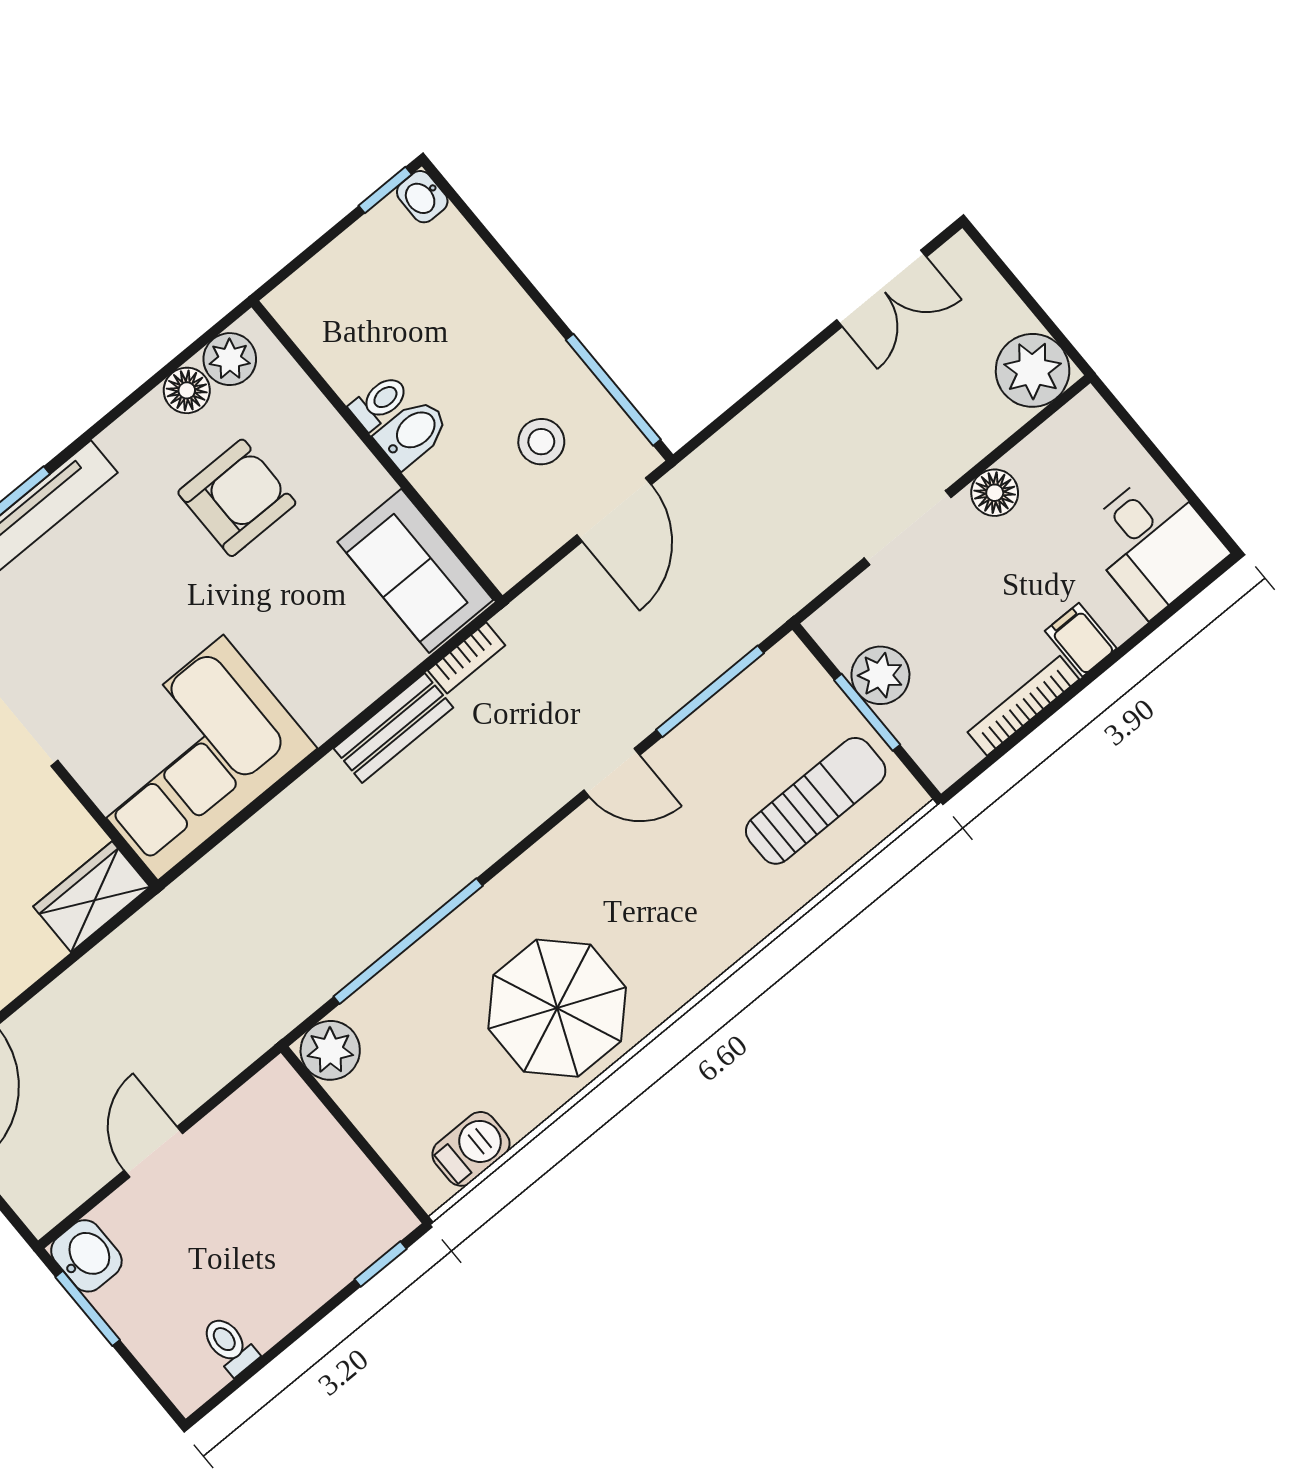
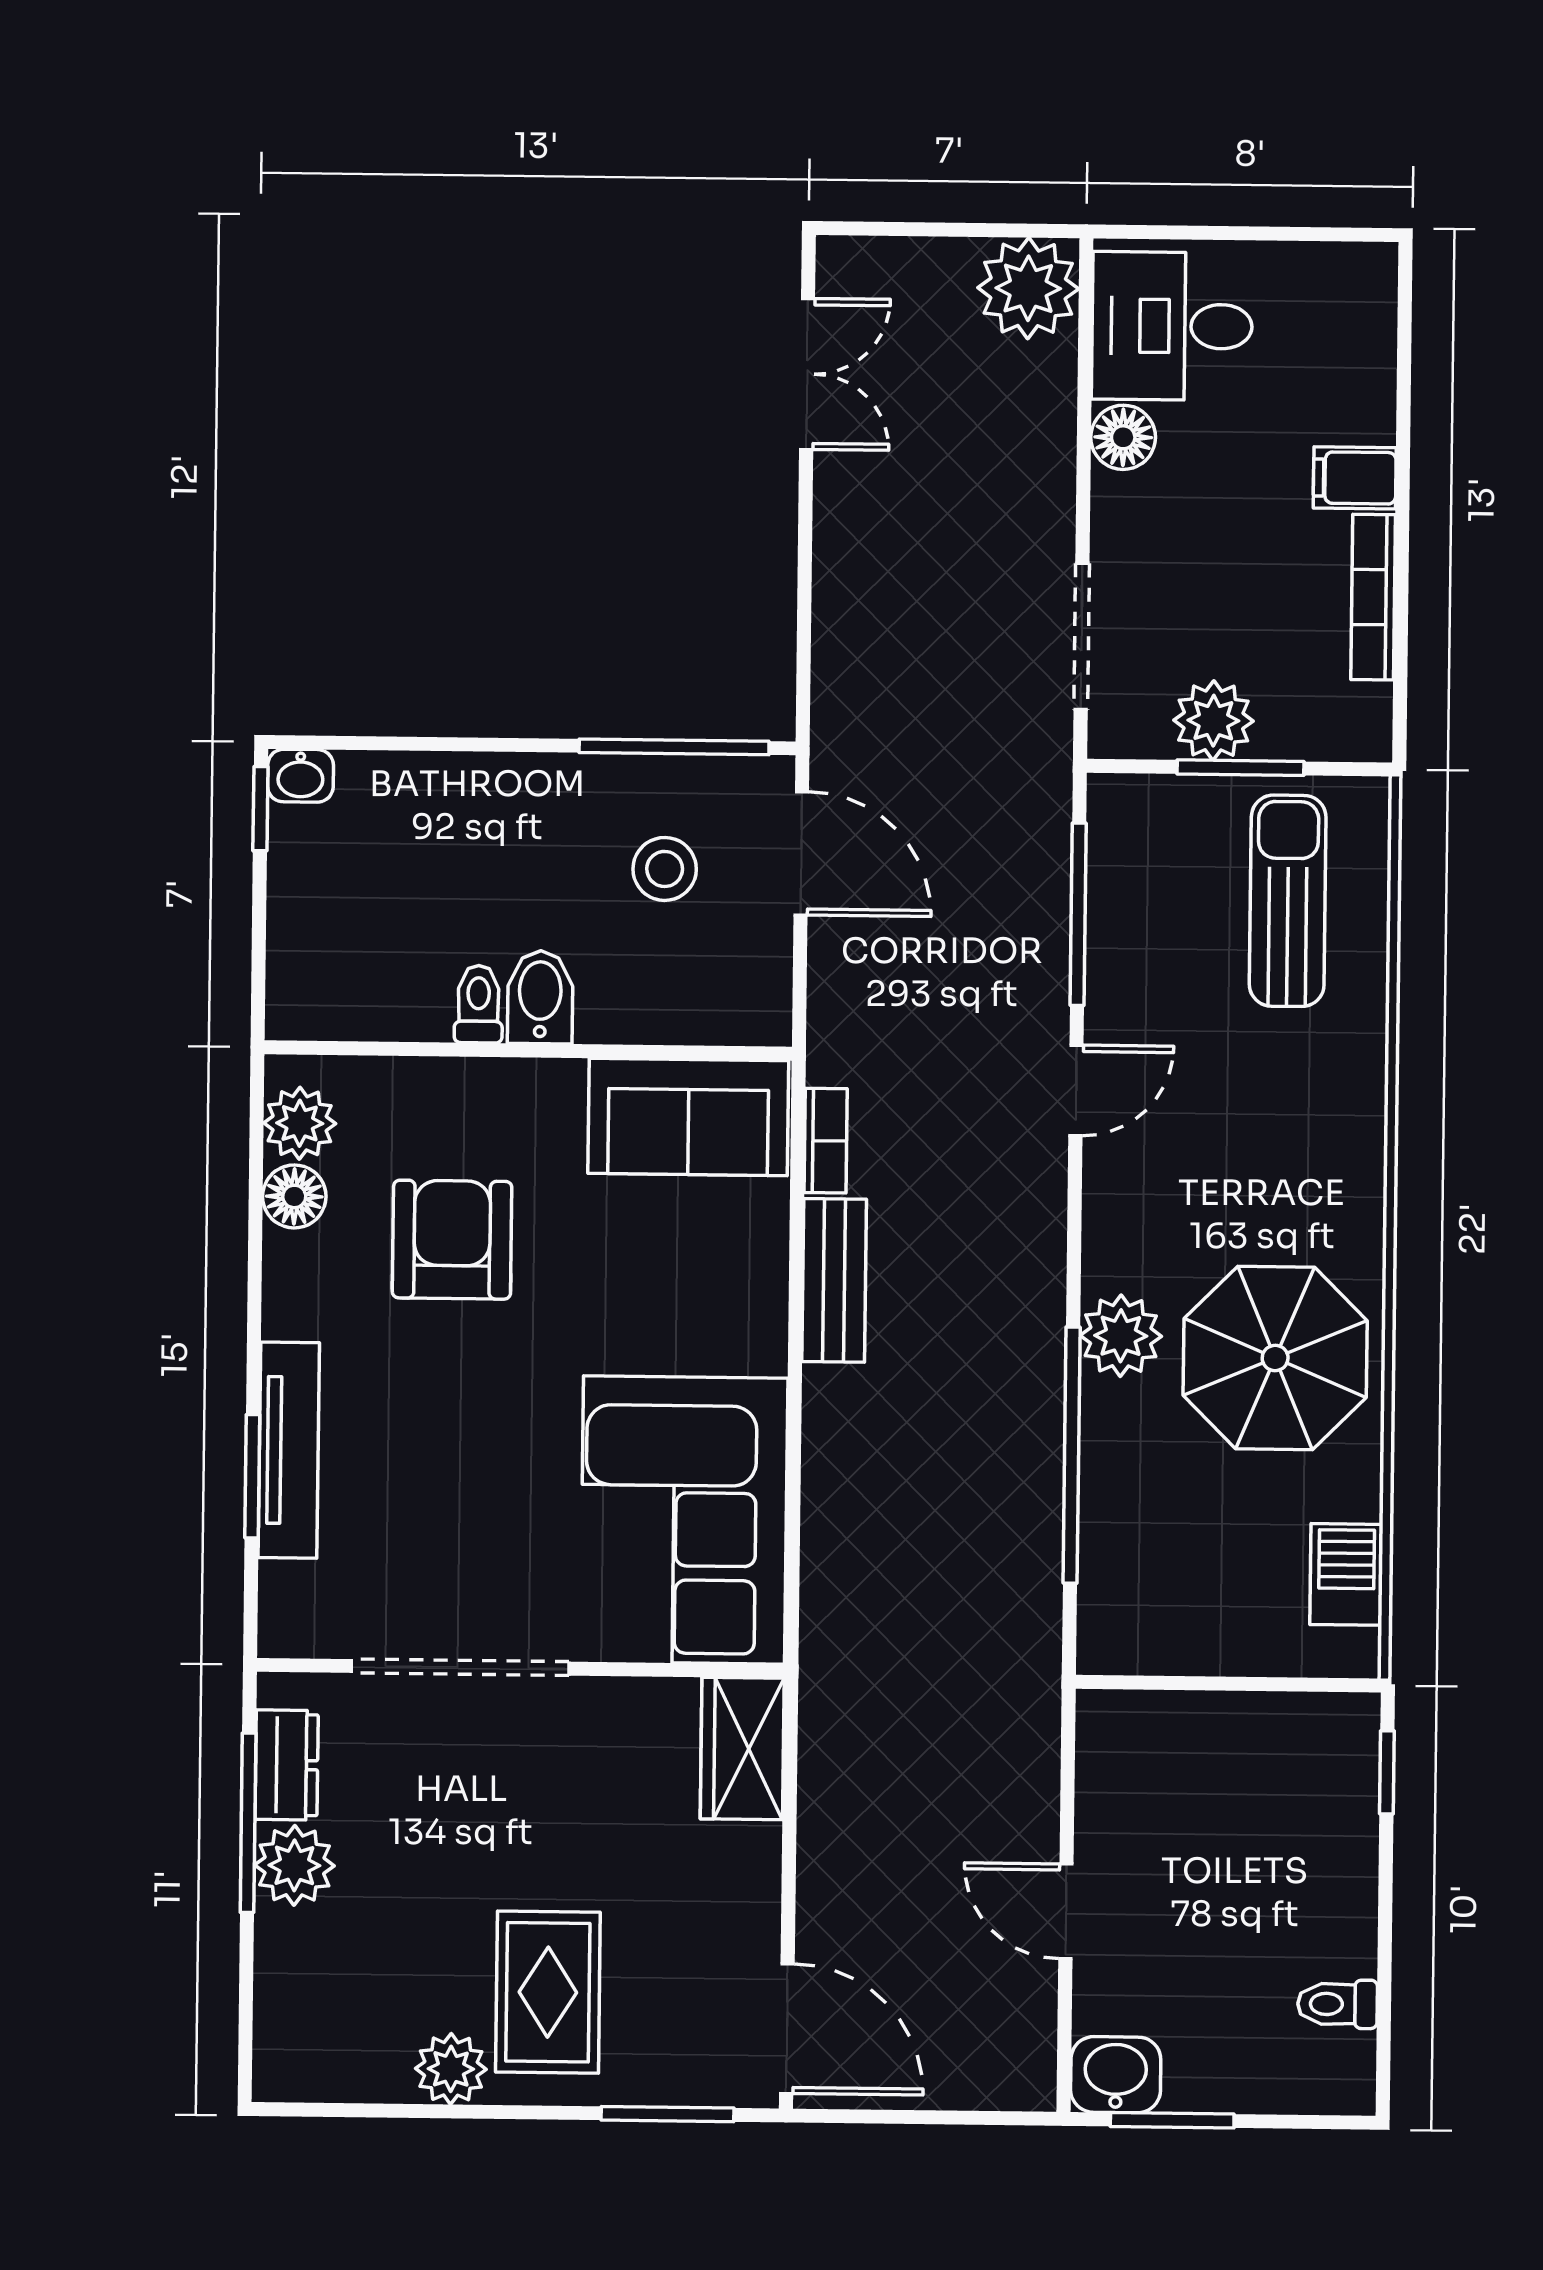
doorway: (908, 528) -> (1082, 636), moved
desk: (1153, 543) -> (1172, 326), moved, turned 180
plant: (330, 1050) -> (1121, 1336), moved

